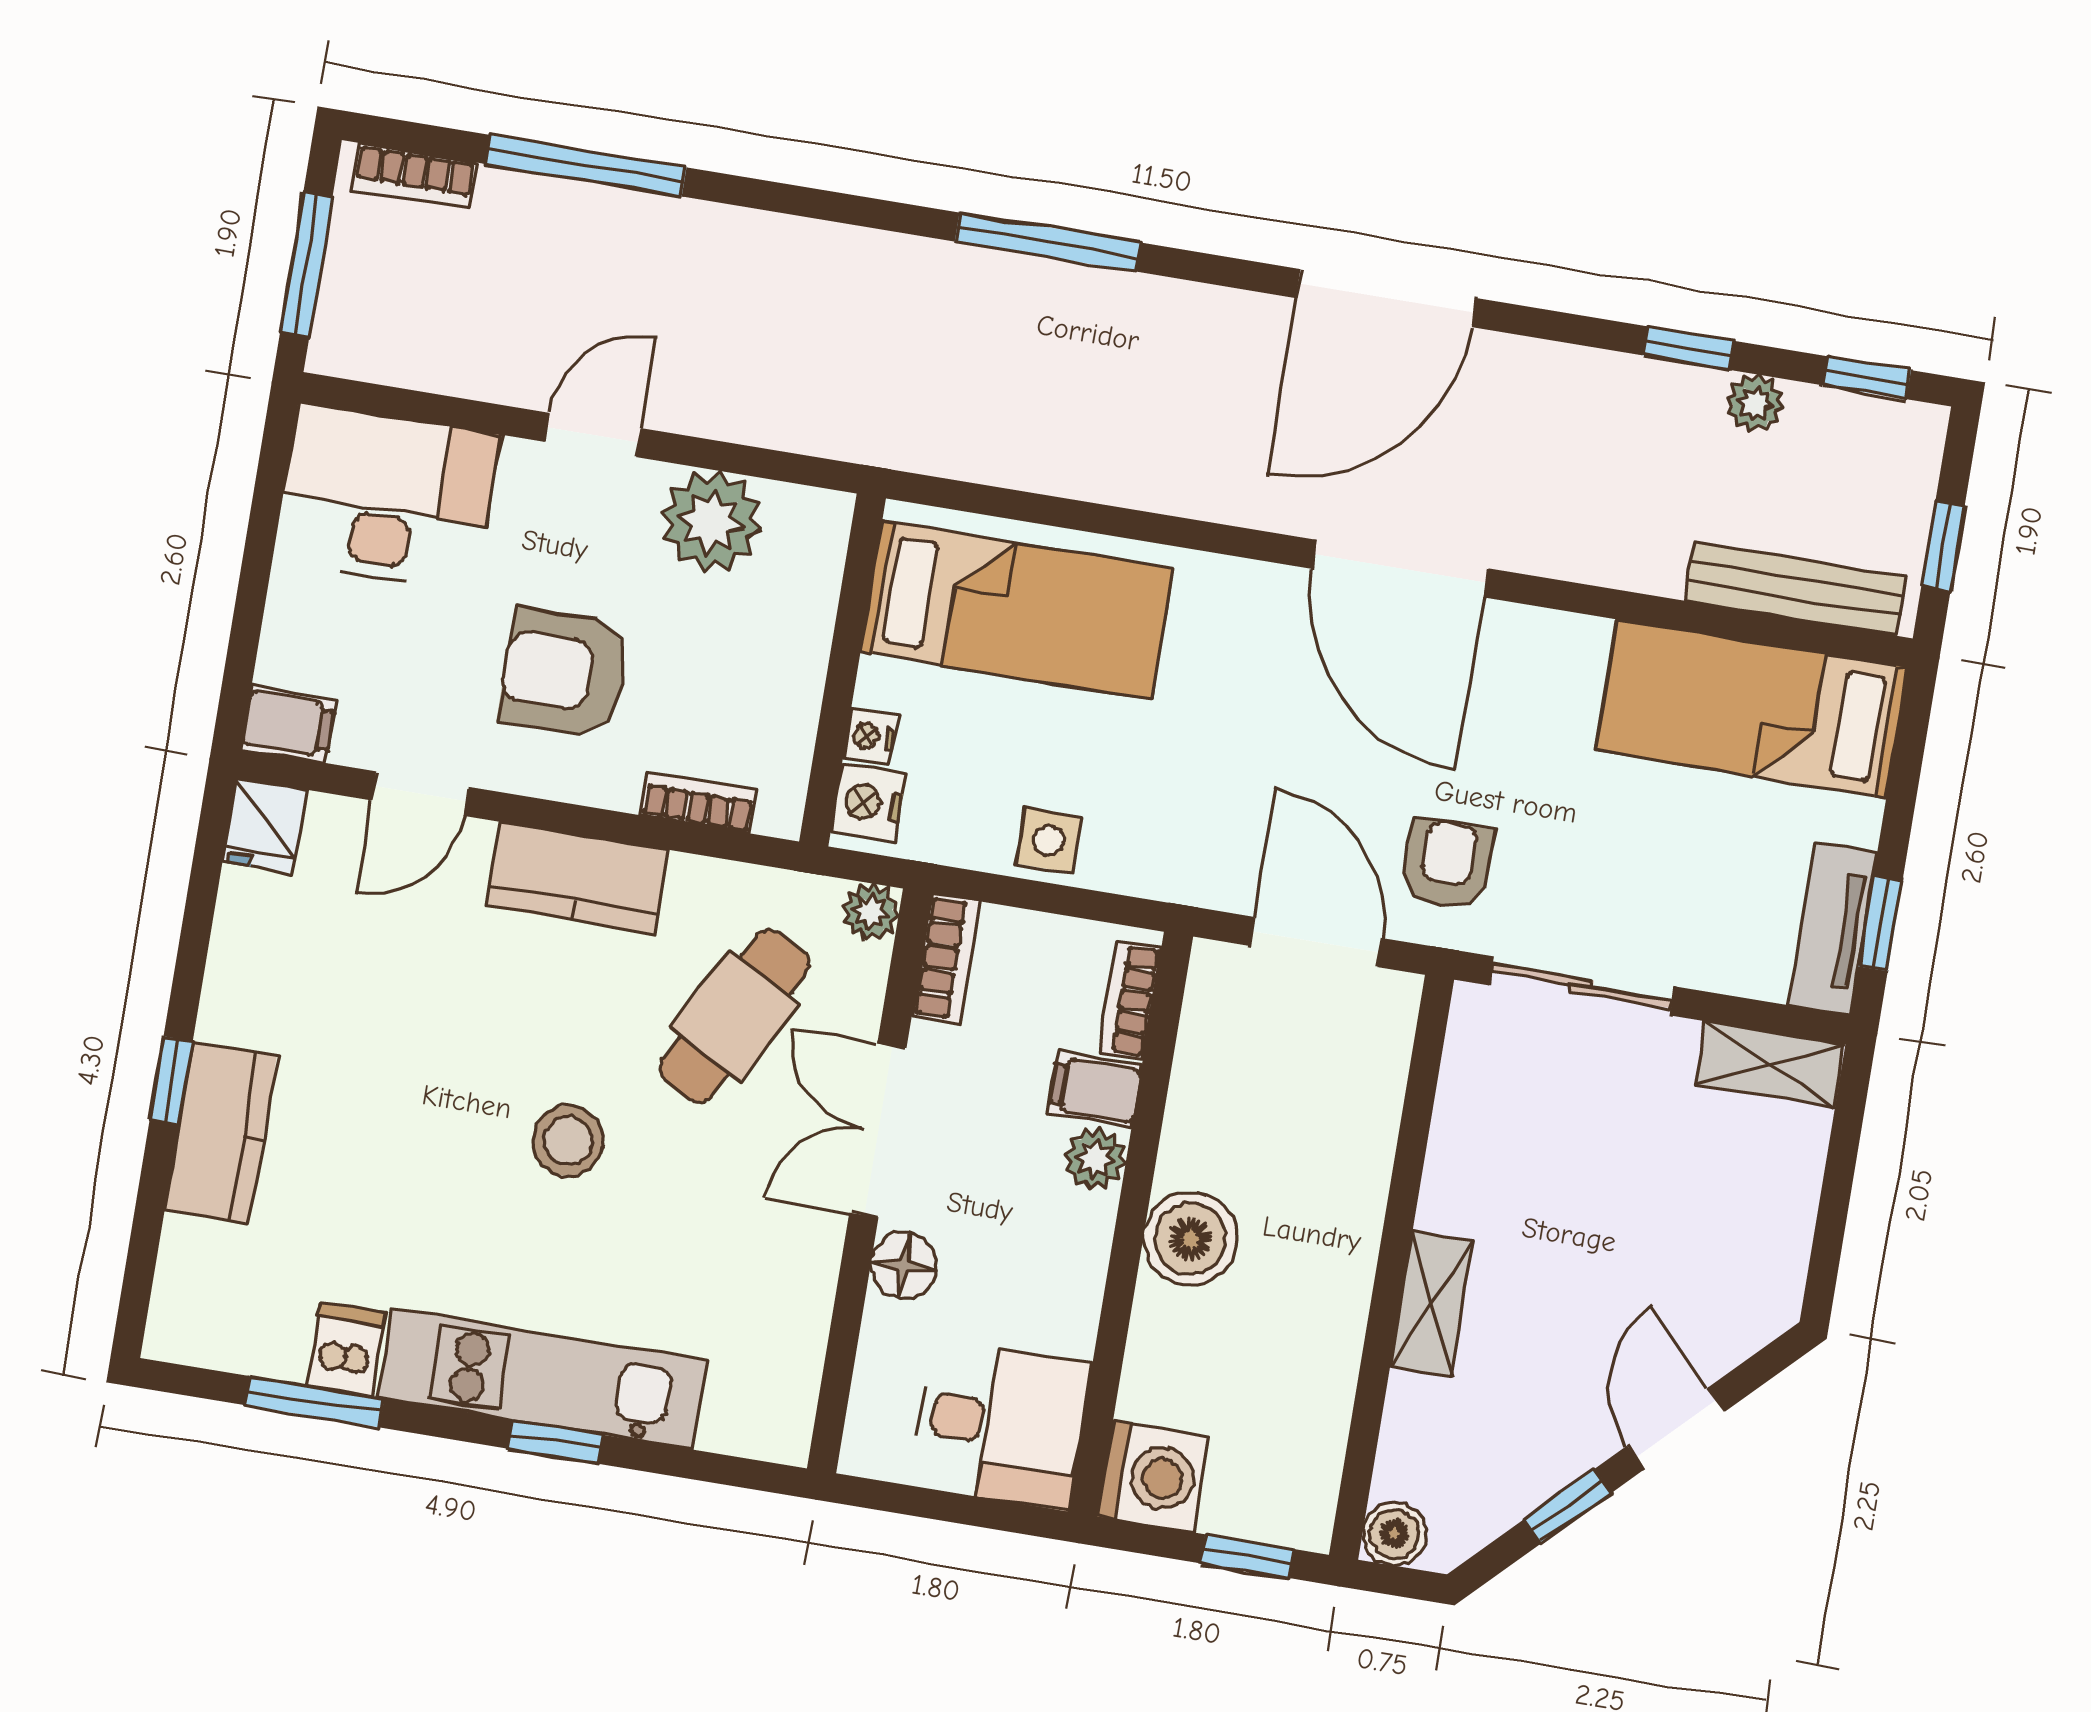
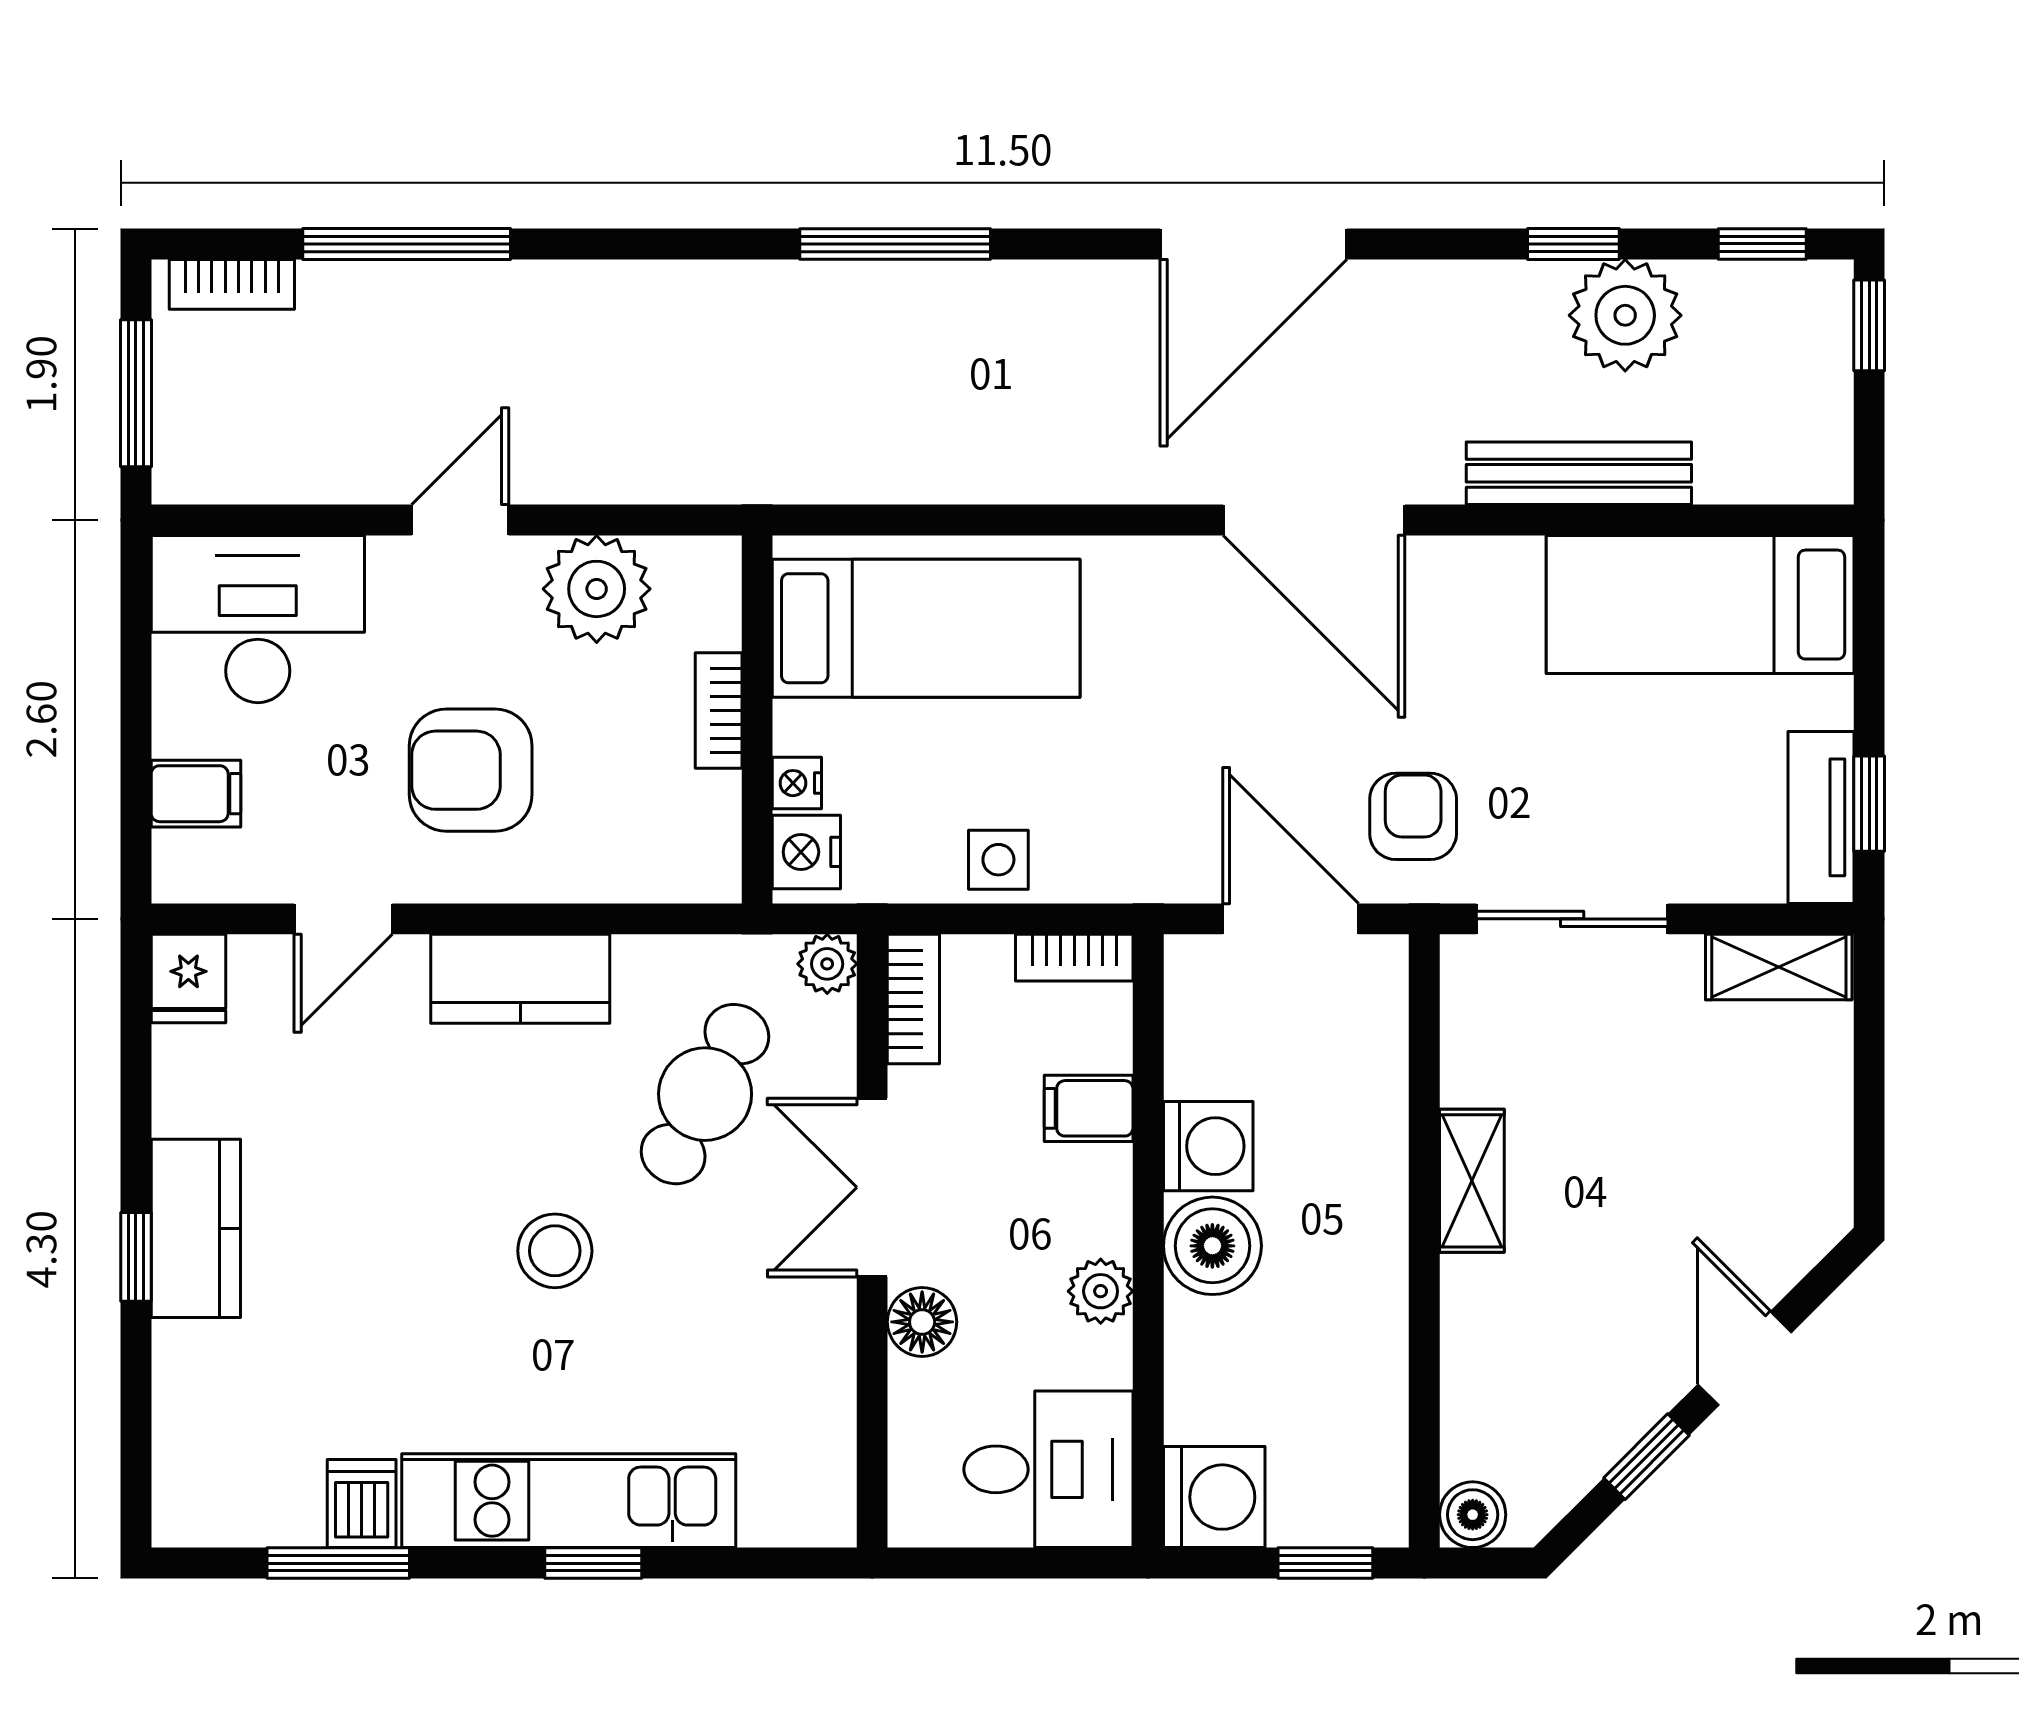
plant: (1755, 403) -> (1625, 315), width x1.87, depth x1.87
window: (1943, 546) -> (1869, 325), moved
bench: (1796, 589) -> (1579, 473), moved
filing cabinet: (288, 724) -> (196, 794), moved
bookcase: (699, 802) -> (719, 710), moved, turned -90
bookcase: (1130, 1000) -> (1074, 958), moved, turned -90
kitchen counter: (221, 1133) -> (196, 1228), moved
washing machine: (1202, 1144) -> (1208, 1146), added
plant: (1095, 1159) -> (1101, 1291), moved
shelving: (1432, 1304) -> (1472, 1181), moved

